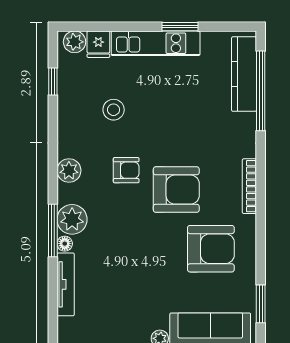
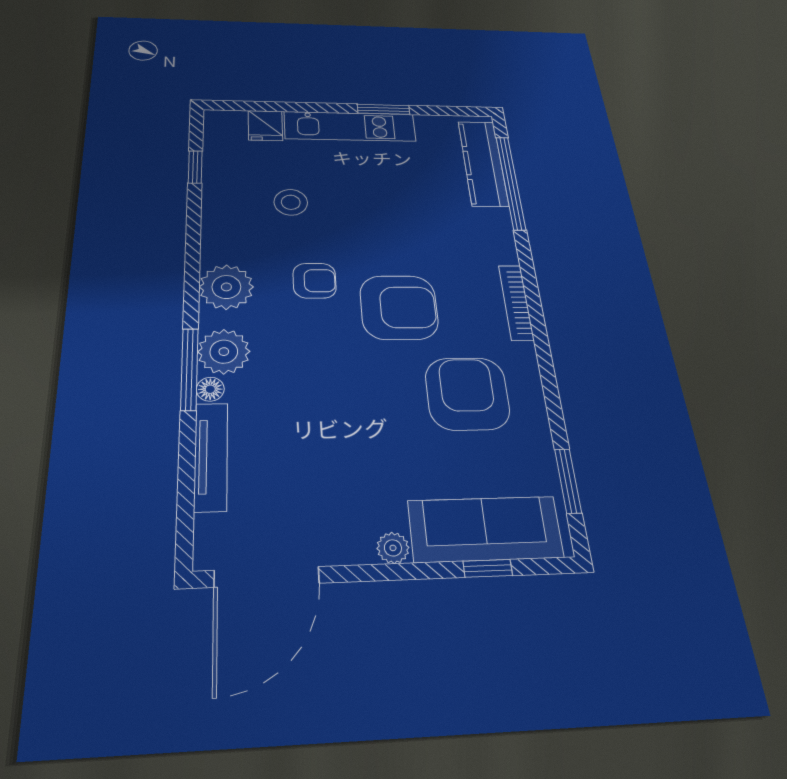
plant: (75, 42) -> (229, 122), removed
plant: (69, 170) -> (226, 287), width x1.36, depth x1.36
armchair: (211, 249) -> (467, 394), turned -90

